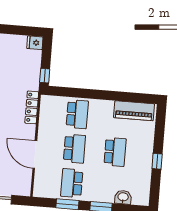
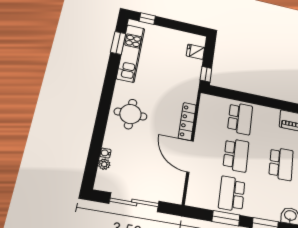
fridge: (35, 43) -> (195, 52), moved
locker: (32, 107) -> (187, 121), moved

